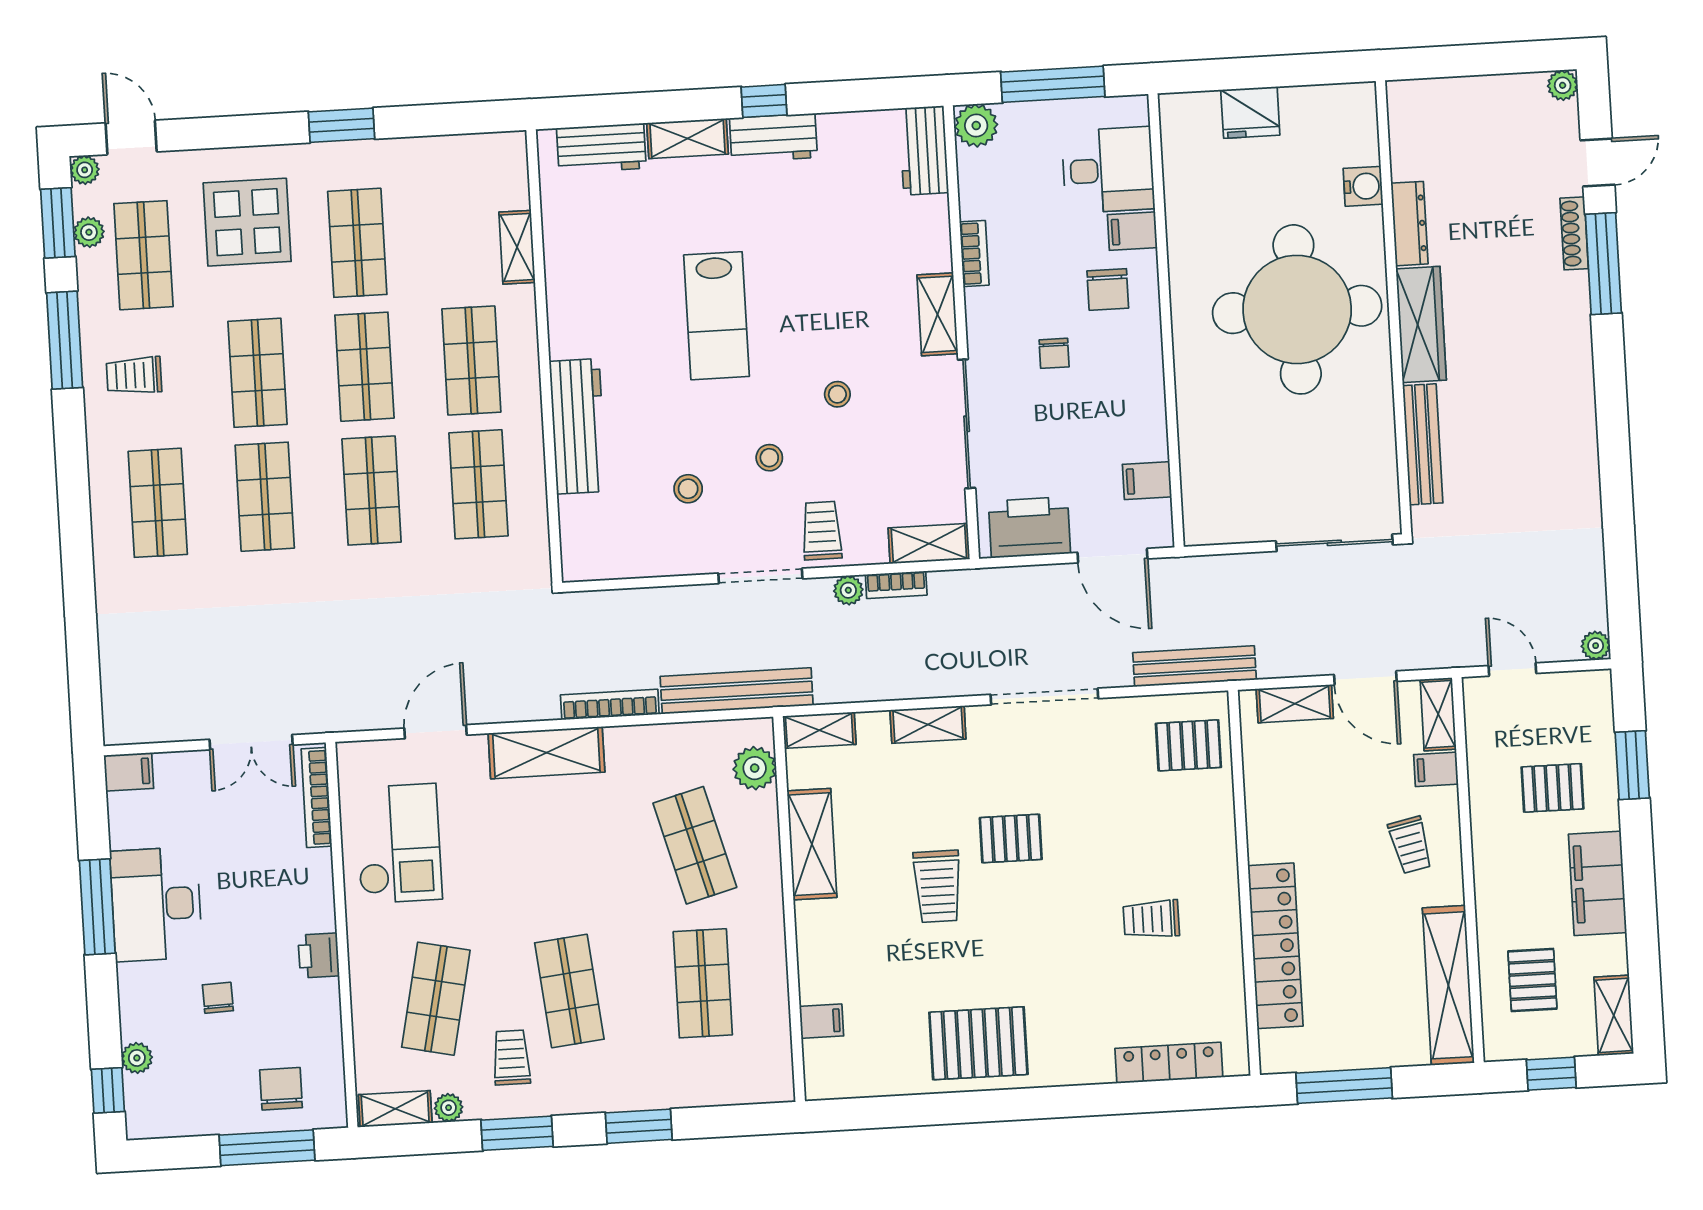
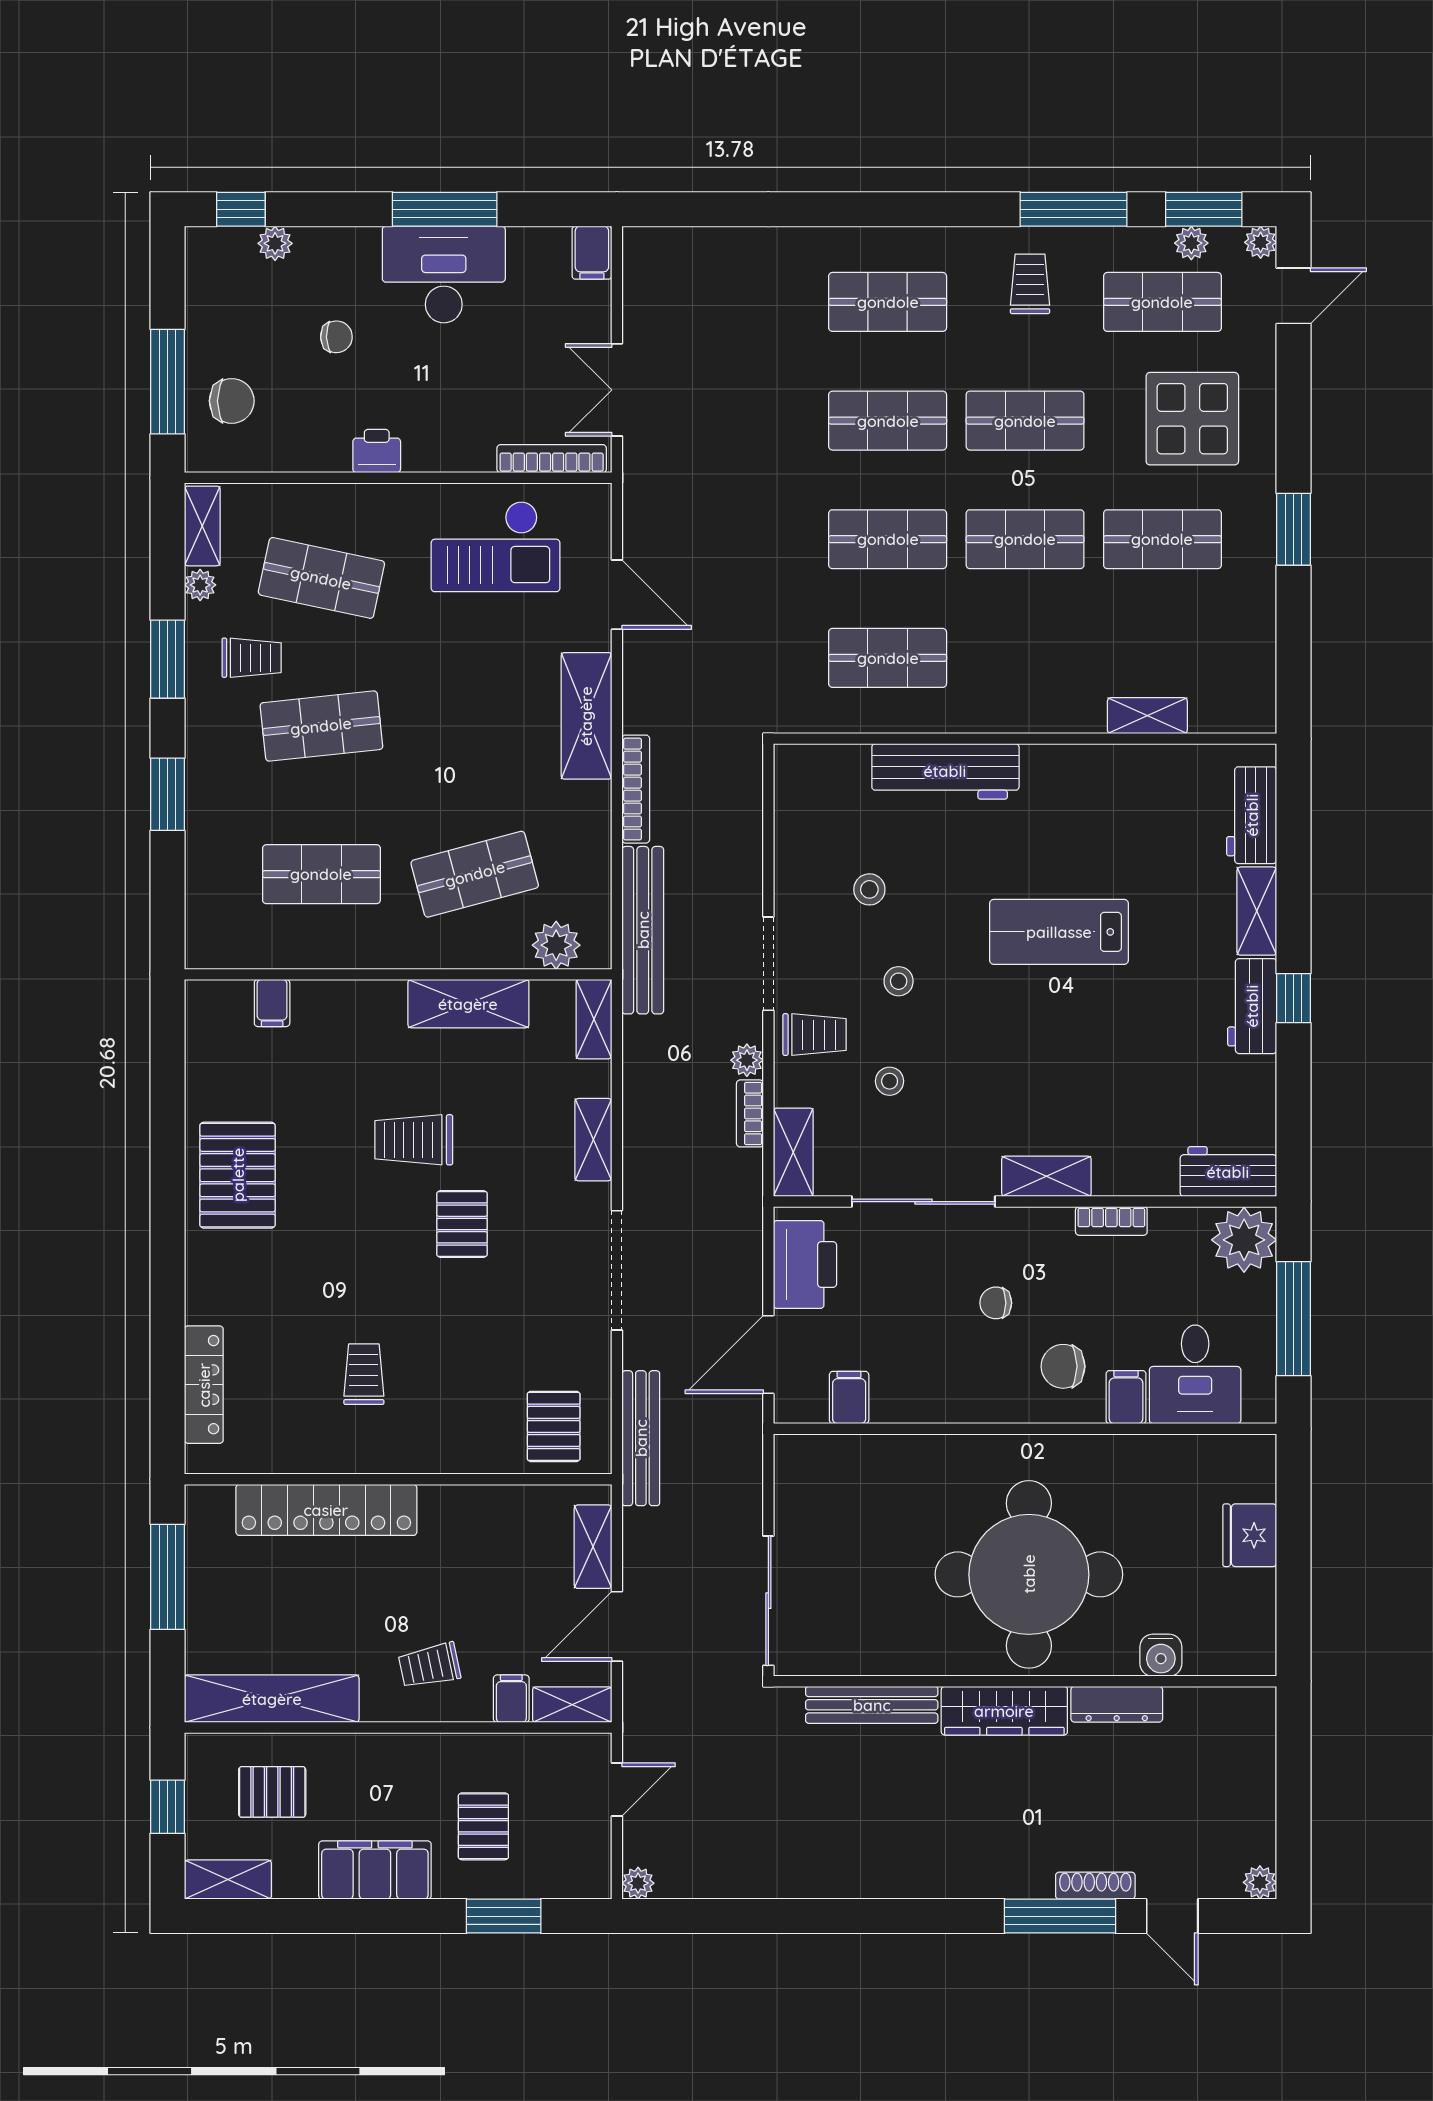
plant: (976, 126) -> (1244, 1240), width x1.36, depth x1.36
shop shelf: (471, 361) -> (1025, 658), removed
stool: (837, 394) -> (890, 1081), moved

